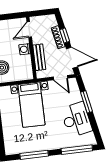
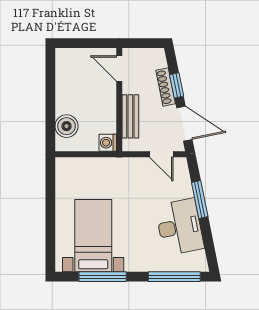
door: (29, 29) -> (119, 68), hinge flipped
washing machine: (25, 49) -> (108, 143), moved
bed with nightstands: (31, 105) -> (93, 236), moved, turned 180

